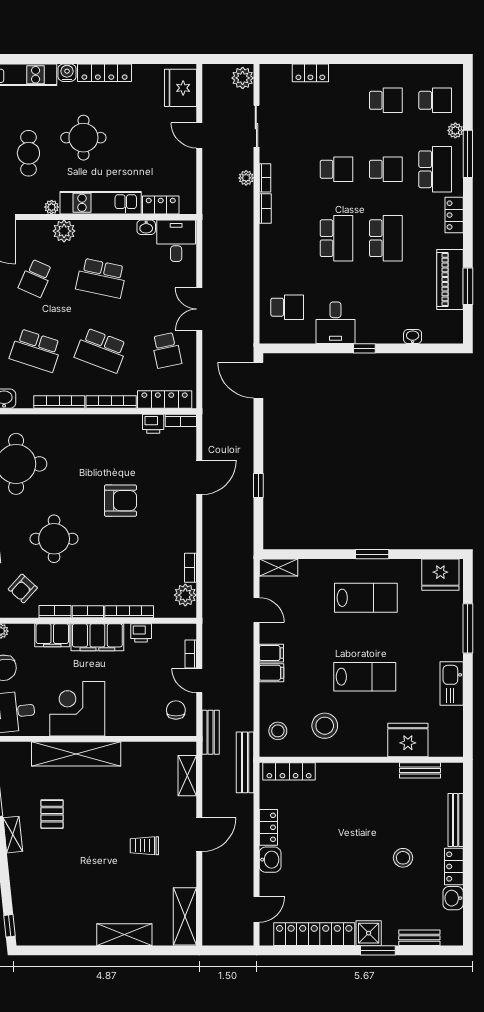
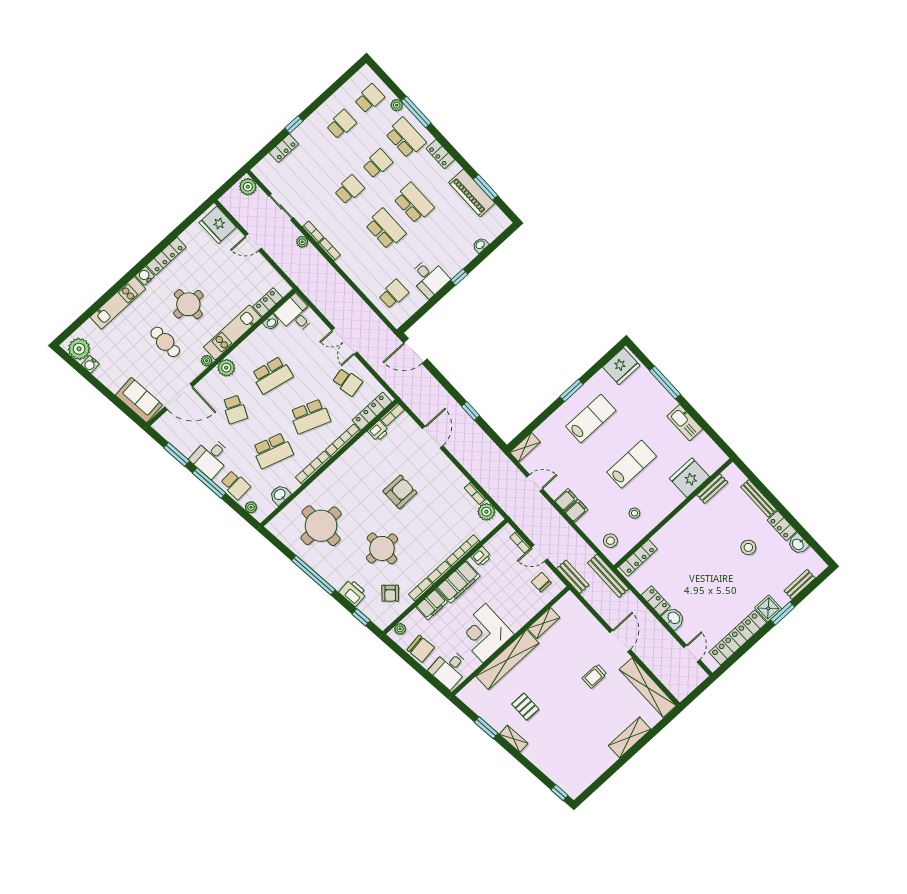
window: (341, 59) -> (294, 124), added
stool: (325, 726) -> (634, 513), width x0.53, depth x0.53
shelving: (187, 776) -> (544, 623), moved, turned 90
shelving: (185, 916) -> (648, 688), width x1.47

